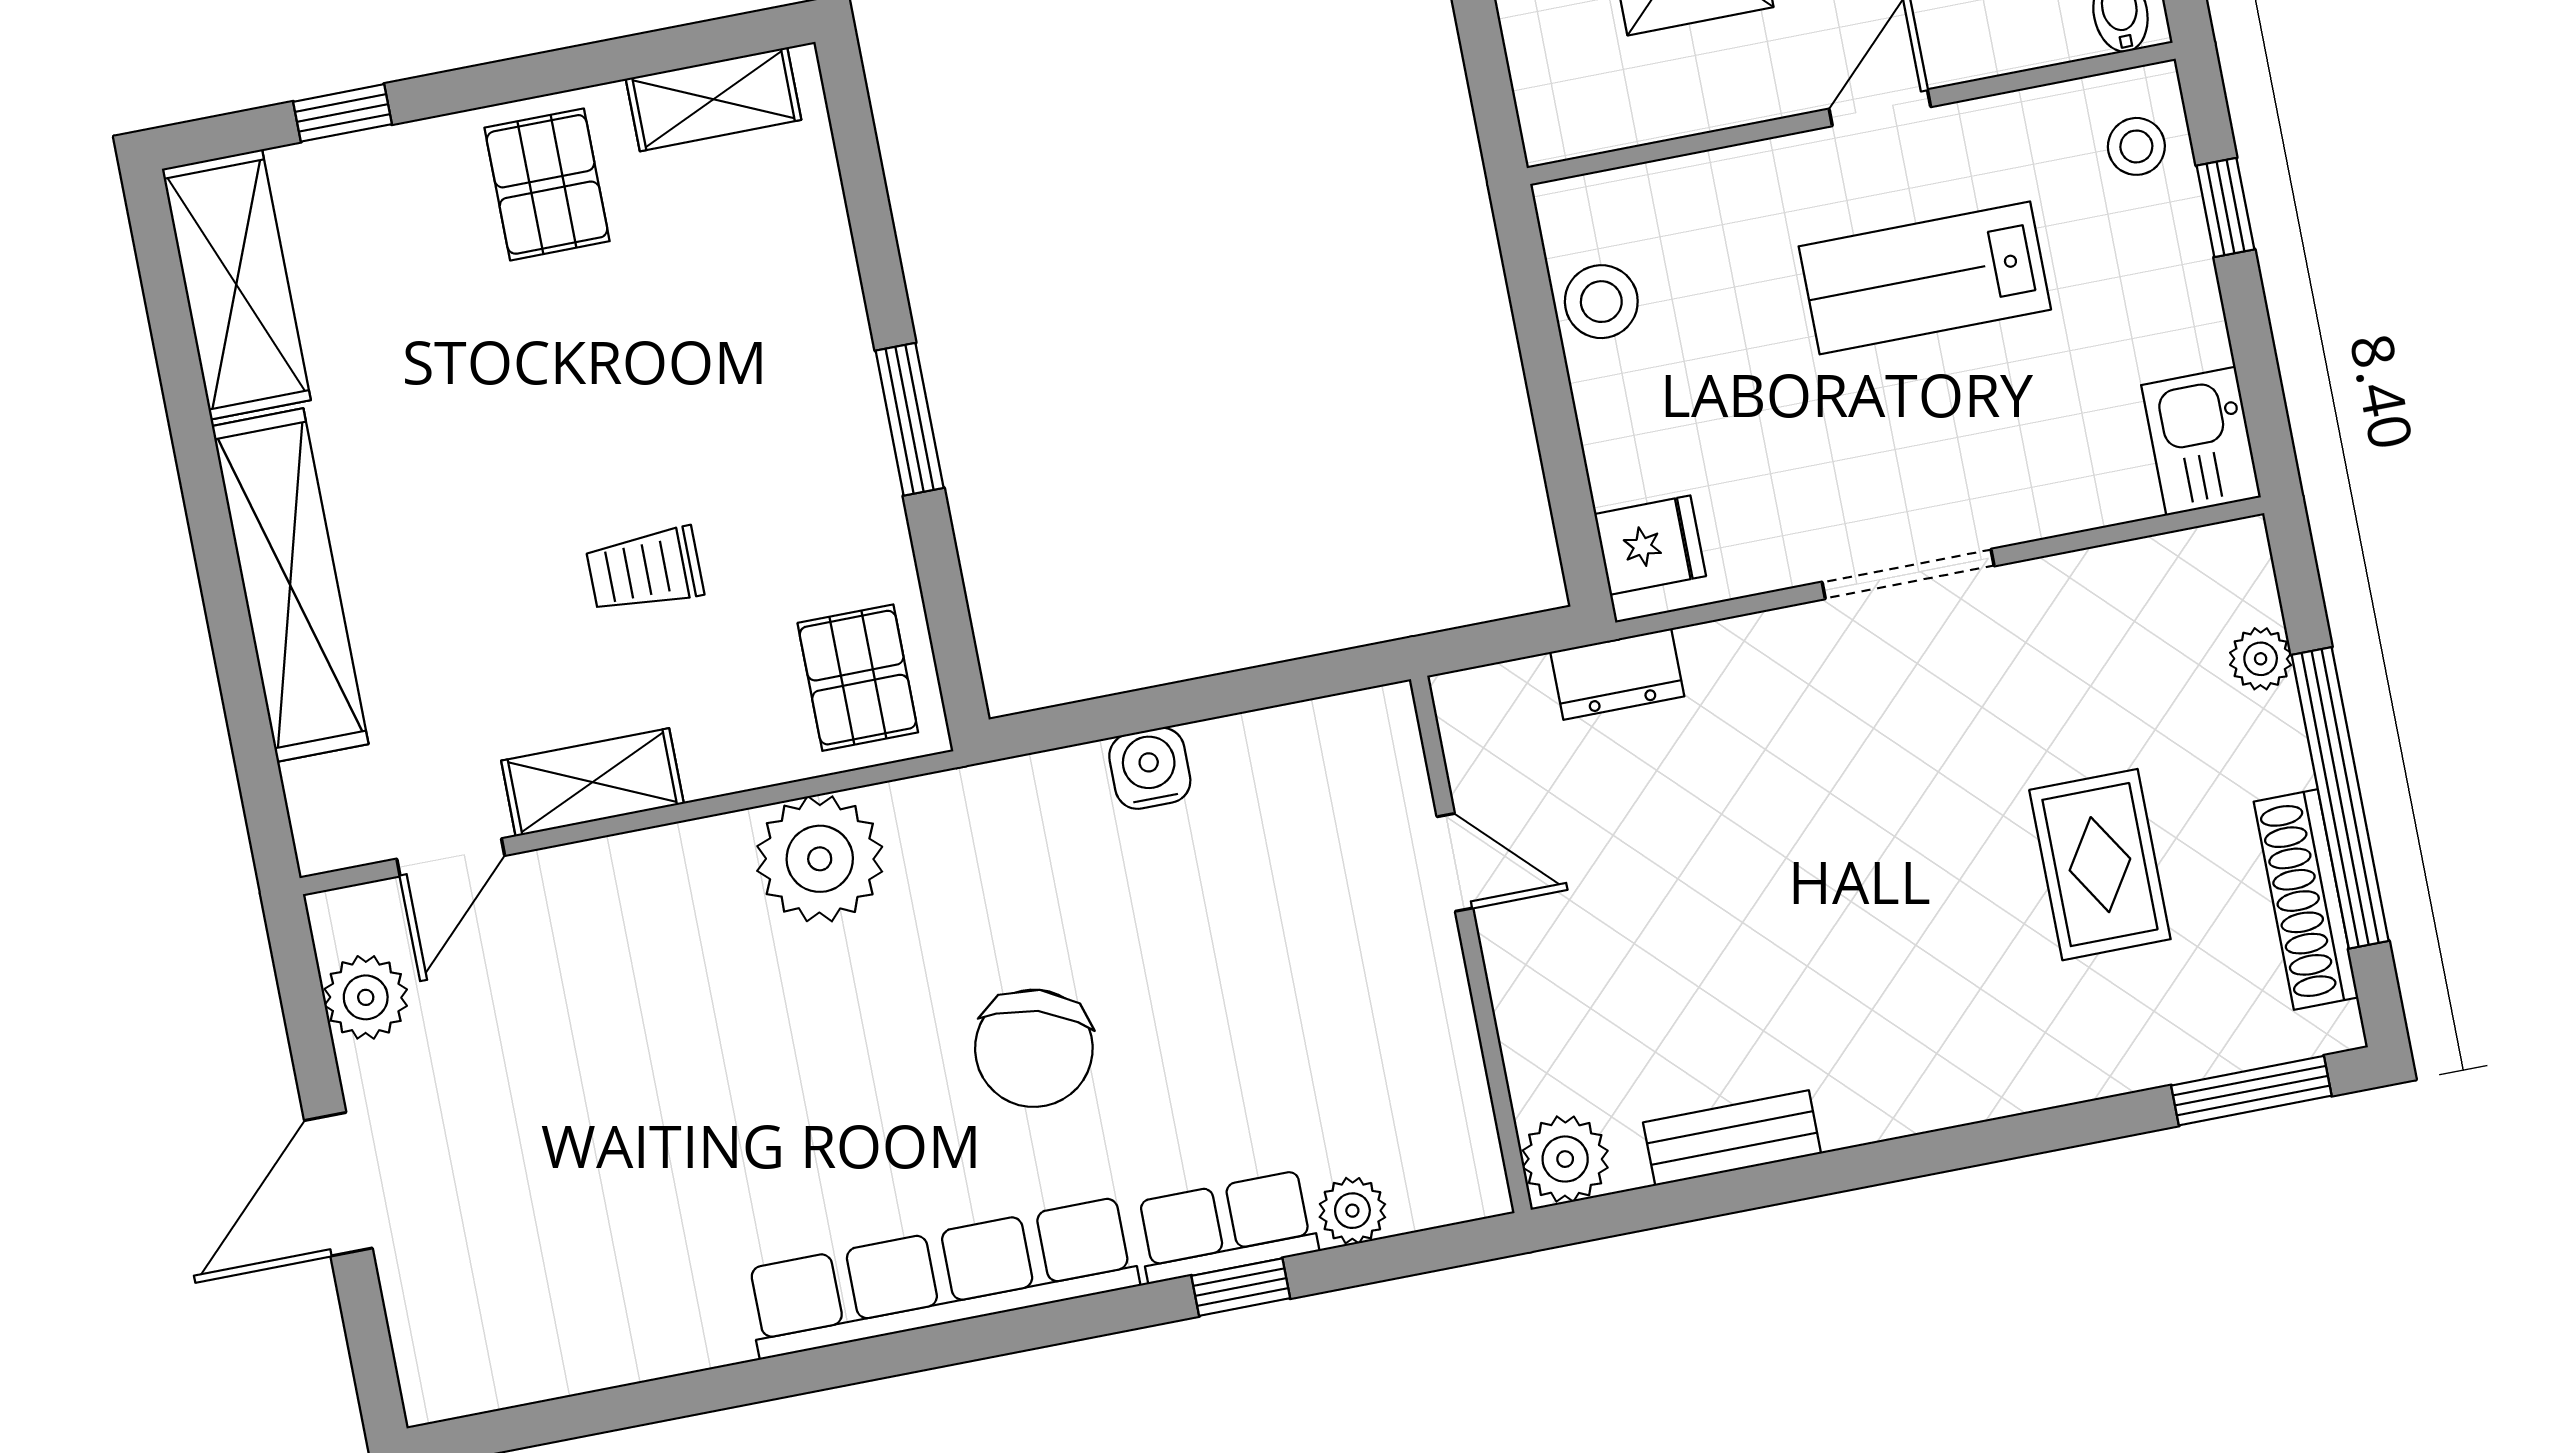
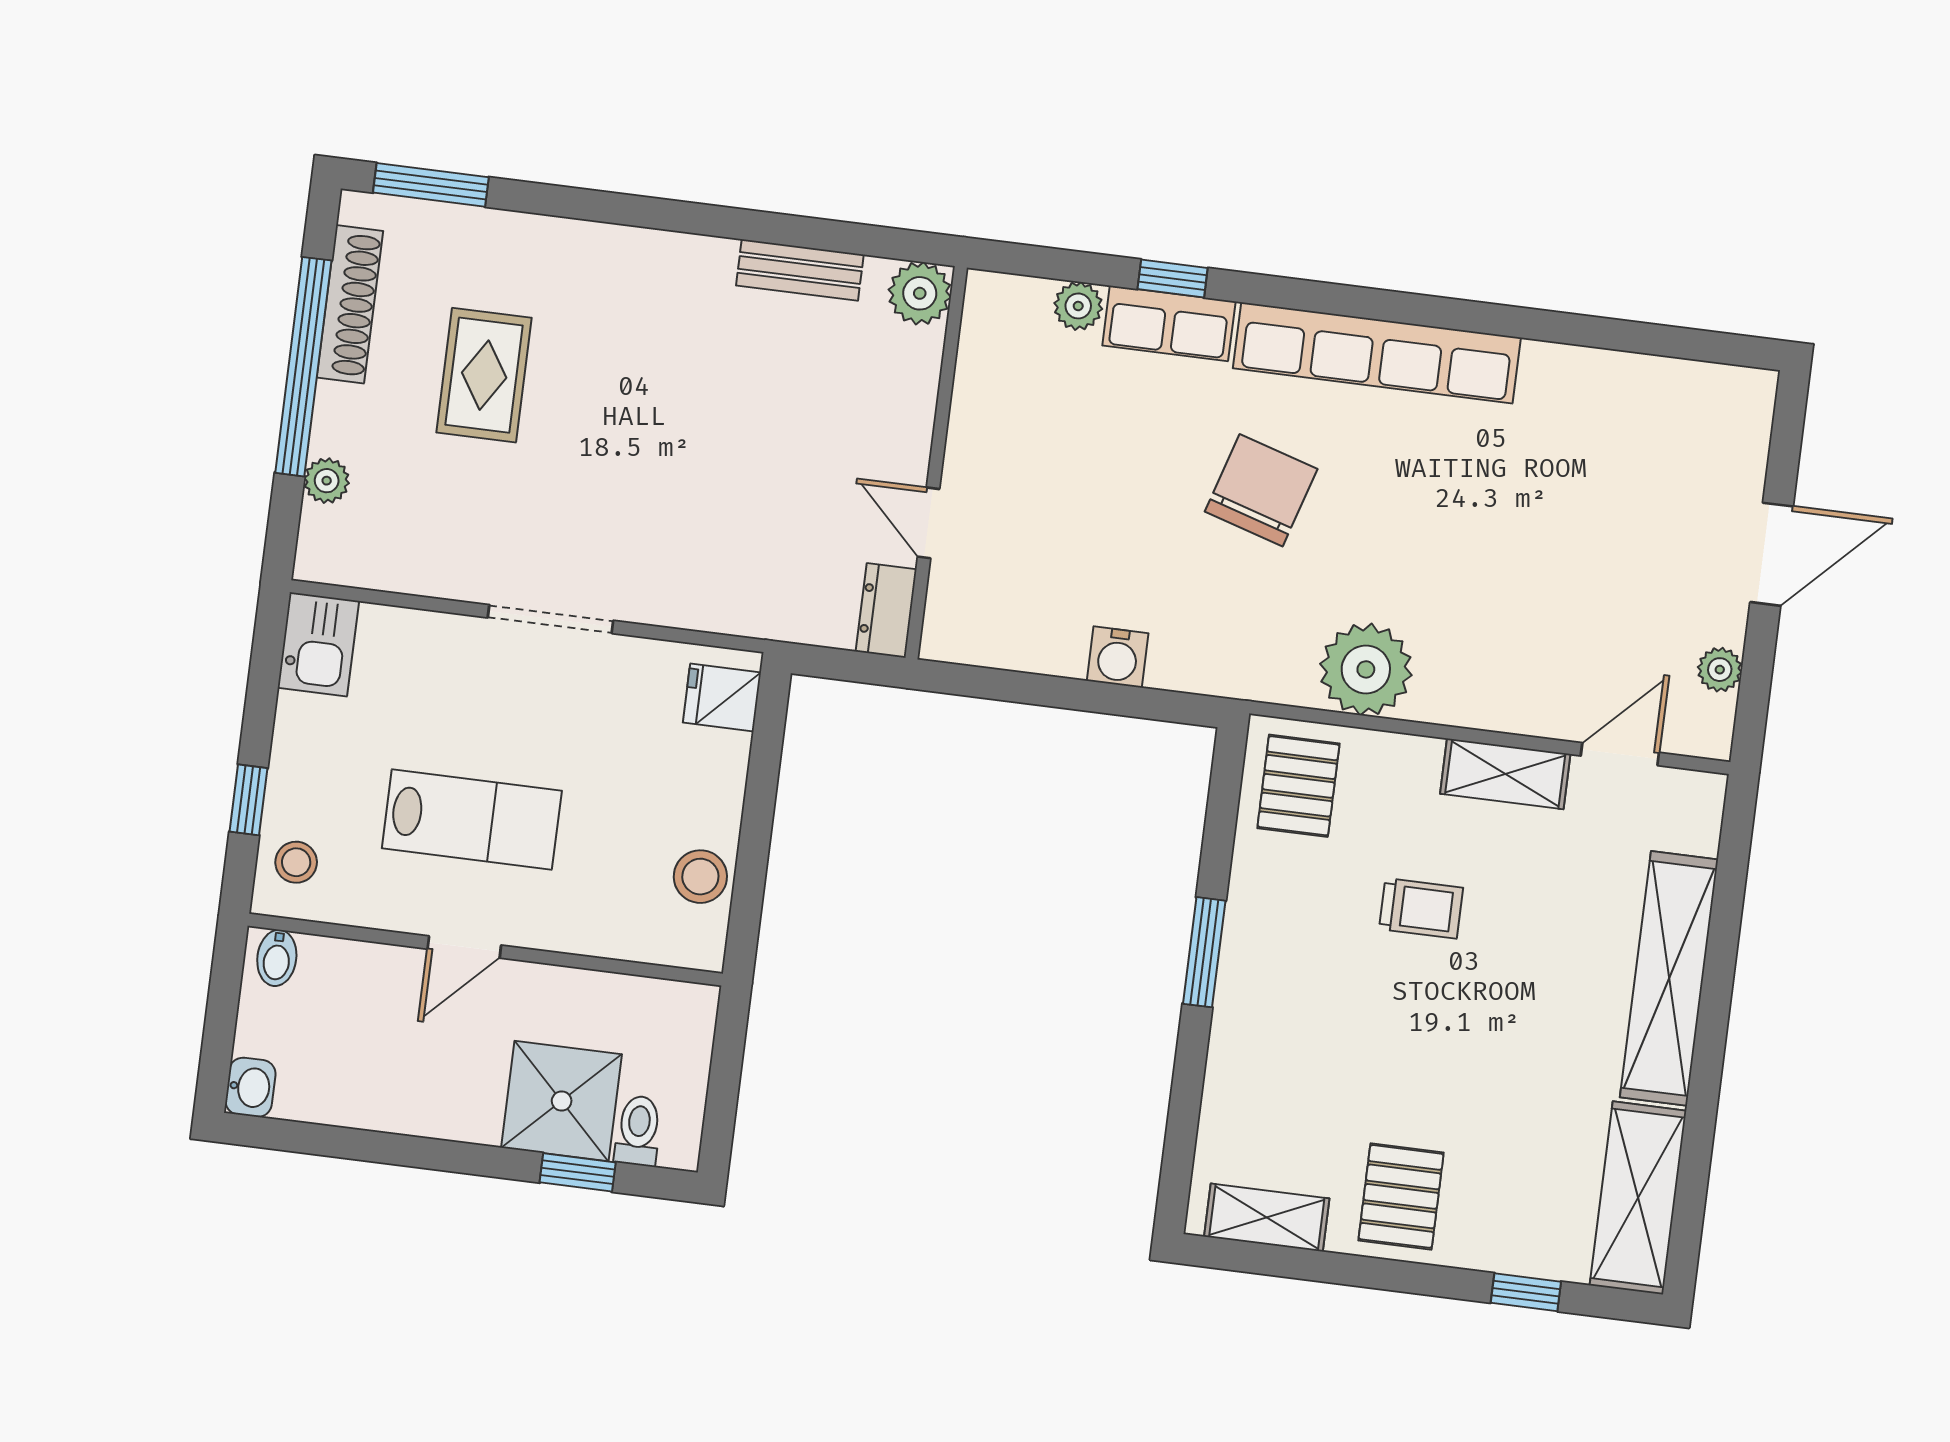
dresser: (1617, 674) -> (886, 610), moved, turned -90
plant: (366, 997) -> (1720, 670), width x0.73, depth x0.73

